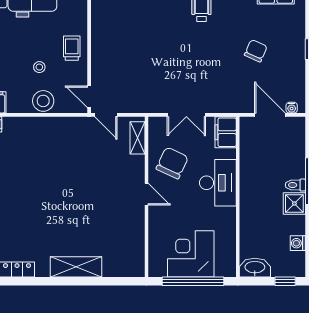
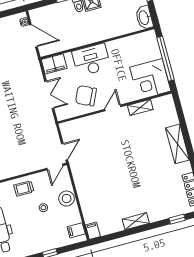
door: (270, 115) -> (33, 36), swing flipped
shelving: (138, 138) -> (140, 107), moved
corner desk: (191, 254) -> (150, 79), moved

